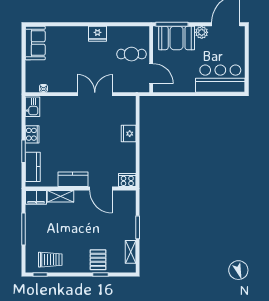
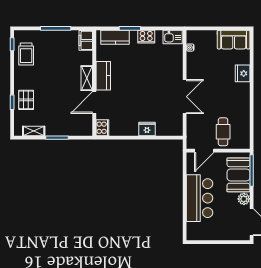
fridge: (98, 34) -> (243, 73), moved
bar counter: (220, 79) -> (200, 198), moved
shelving: (61, 196) -> (87, 78), moved
pallet: (98, 260) -> (26, 100), turned 90

